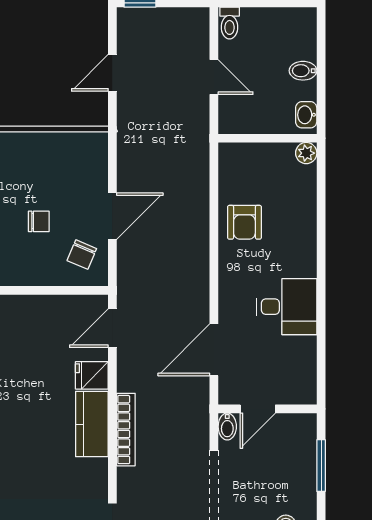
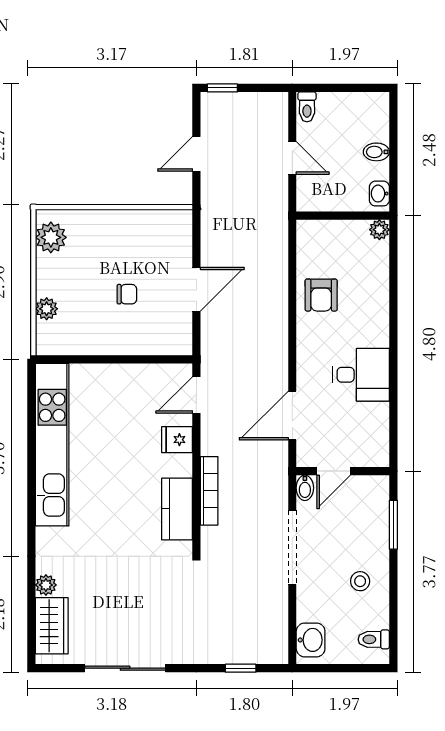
chair: (82, 255) -> (168, 325), removed
kitchen counter: (92, 424) -> (177, 509), moved

